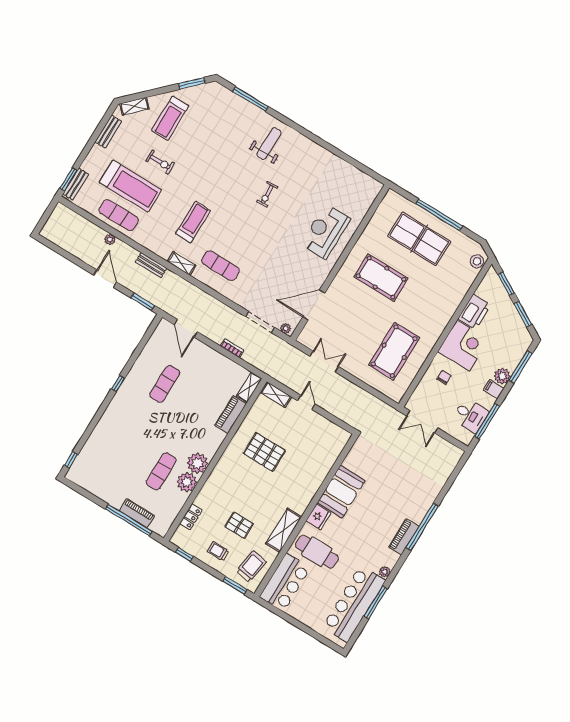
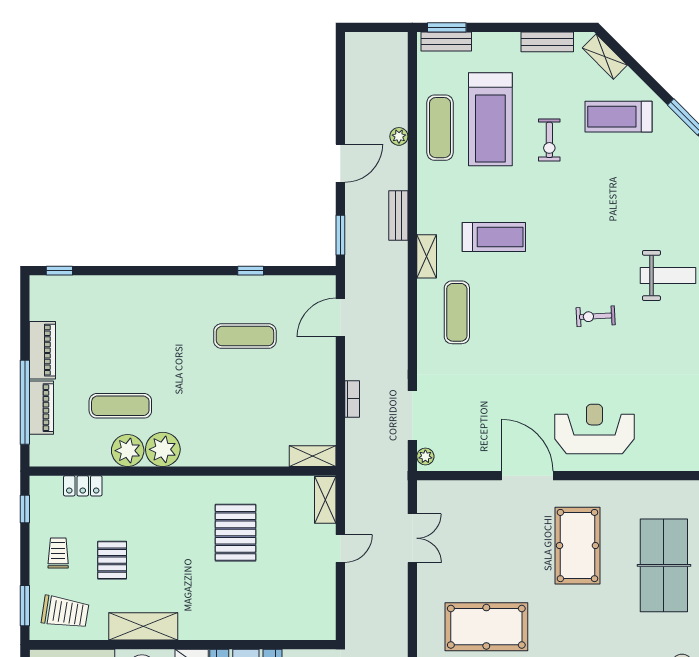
door: (314, 305) -> (527, 476), moved
window: (118, 384) -> (251, 271), moved
piano: (231, 415) -> (42, 350), moved, turned 90

